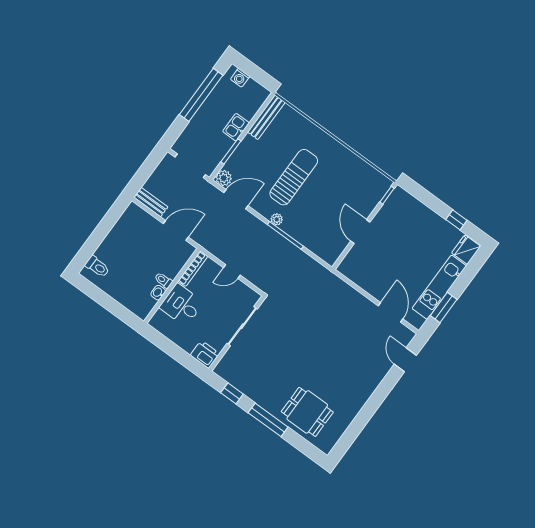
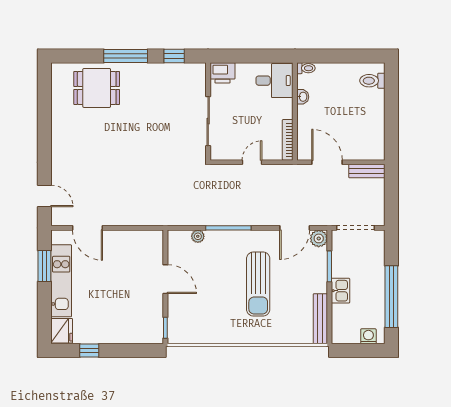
plant: (277, 219) -> (198, 236), moved
door: (176, 230) -> (327, 162), swing flipped
toilet: (163, 280) -> (306, 68), moved
desk: (181, 305) -> (275, 81), moved

